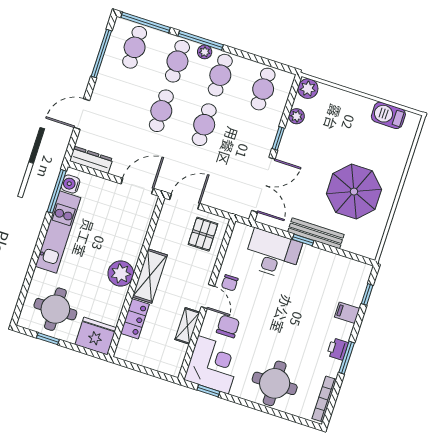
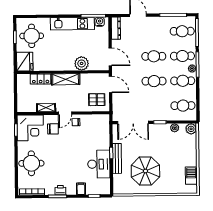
desk: (273, 254) -> (99, 164), moved
plant: (121, 273) -> (82, 63), moved

